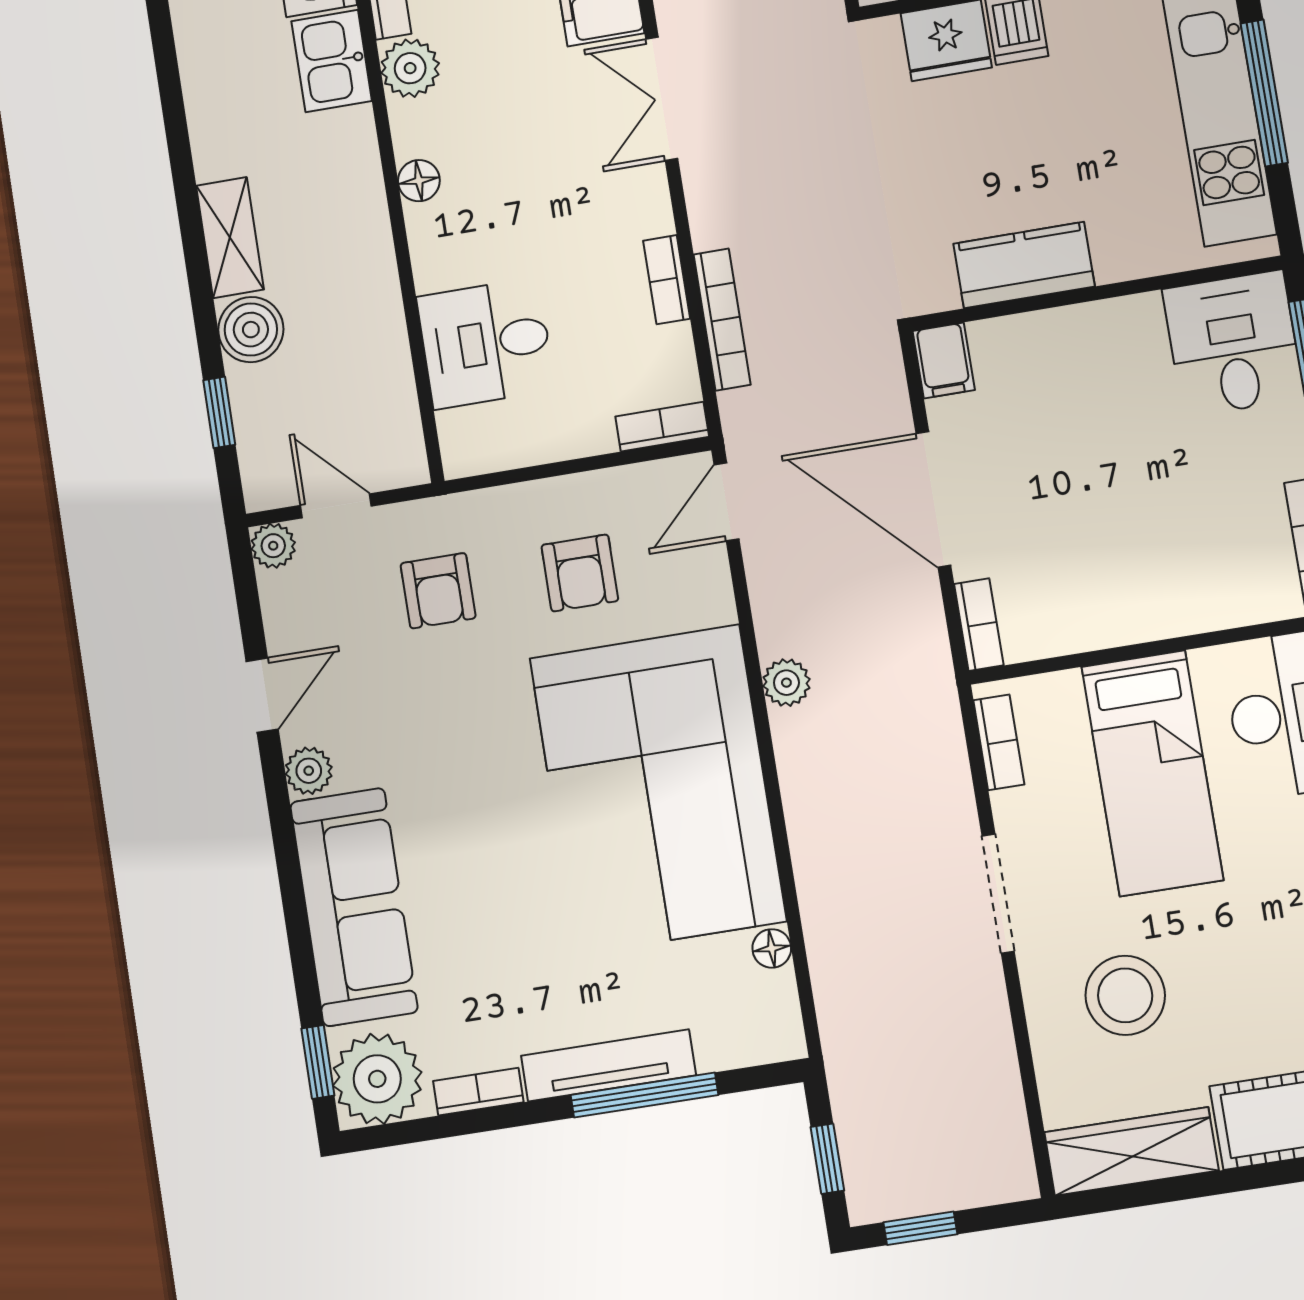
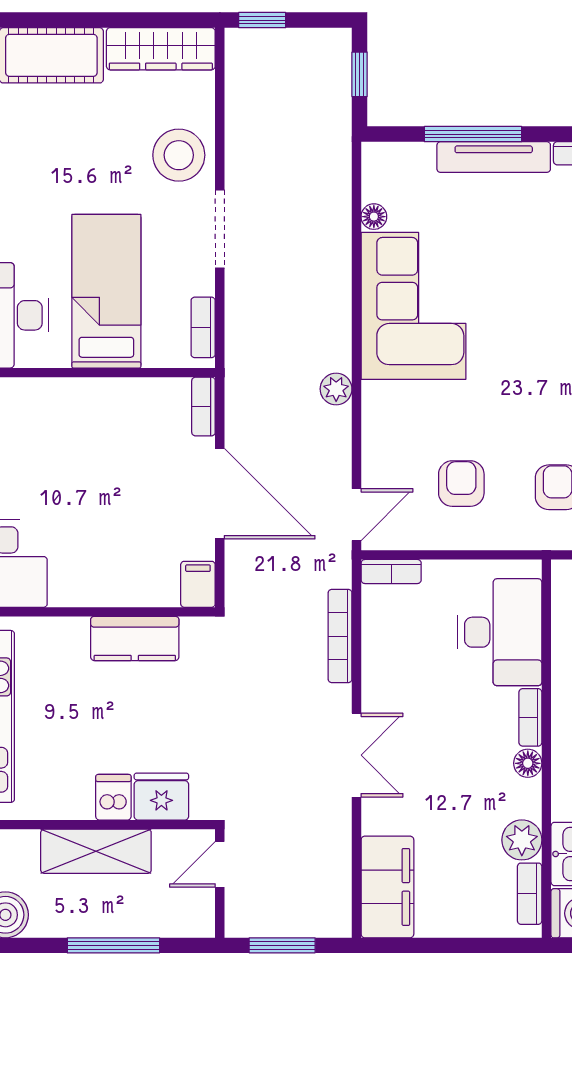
double door: (662, 99) -> (357, 755), moved
bookcase: (667, 280) -> (530, 717), moved, turned 180
desk: (486, 343) -> (500, 632), width x1.37
corner sofa: (658, 789) -> (413, 306), width x0.73, depth x0.74
stool: (1125, 995) -> (179, 155), moved
window: (920, 1228) -> (262, 20), moved

